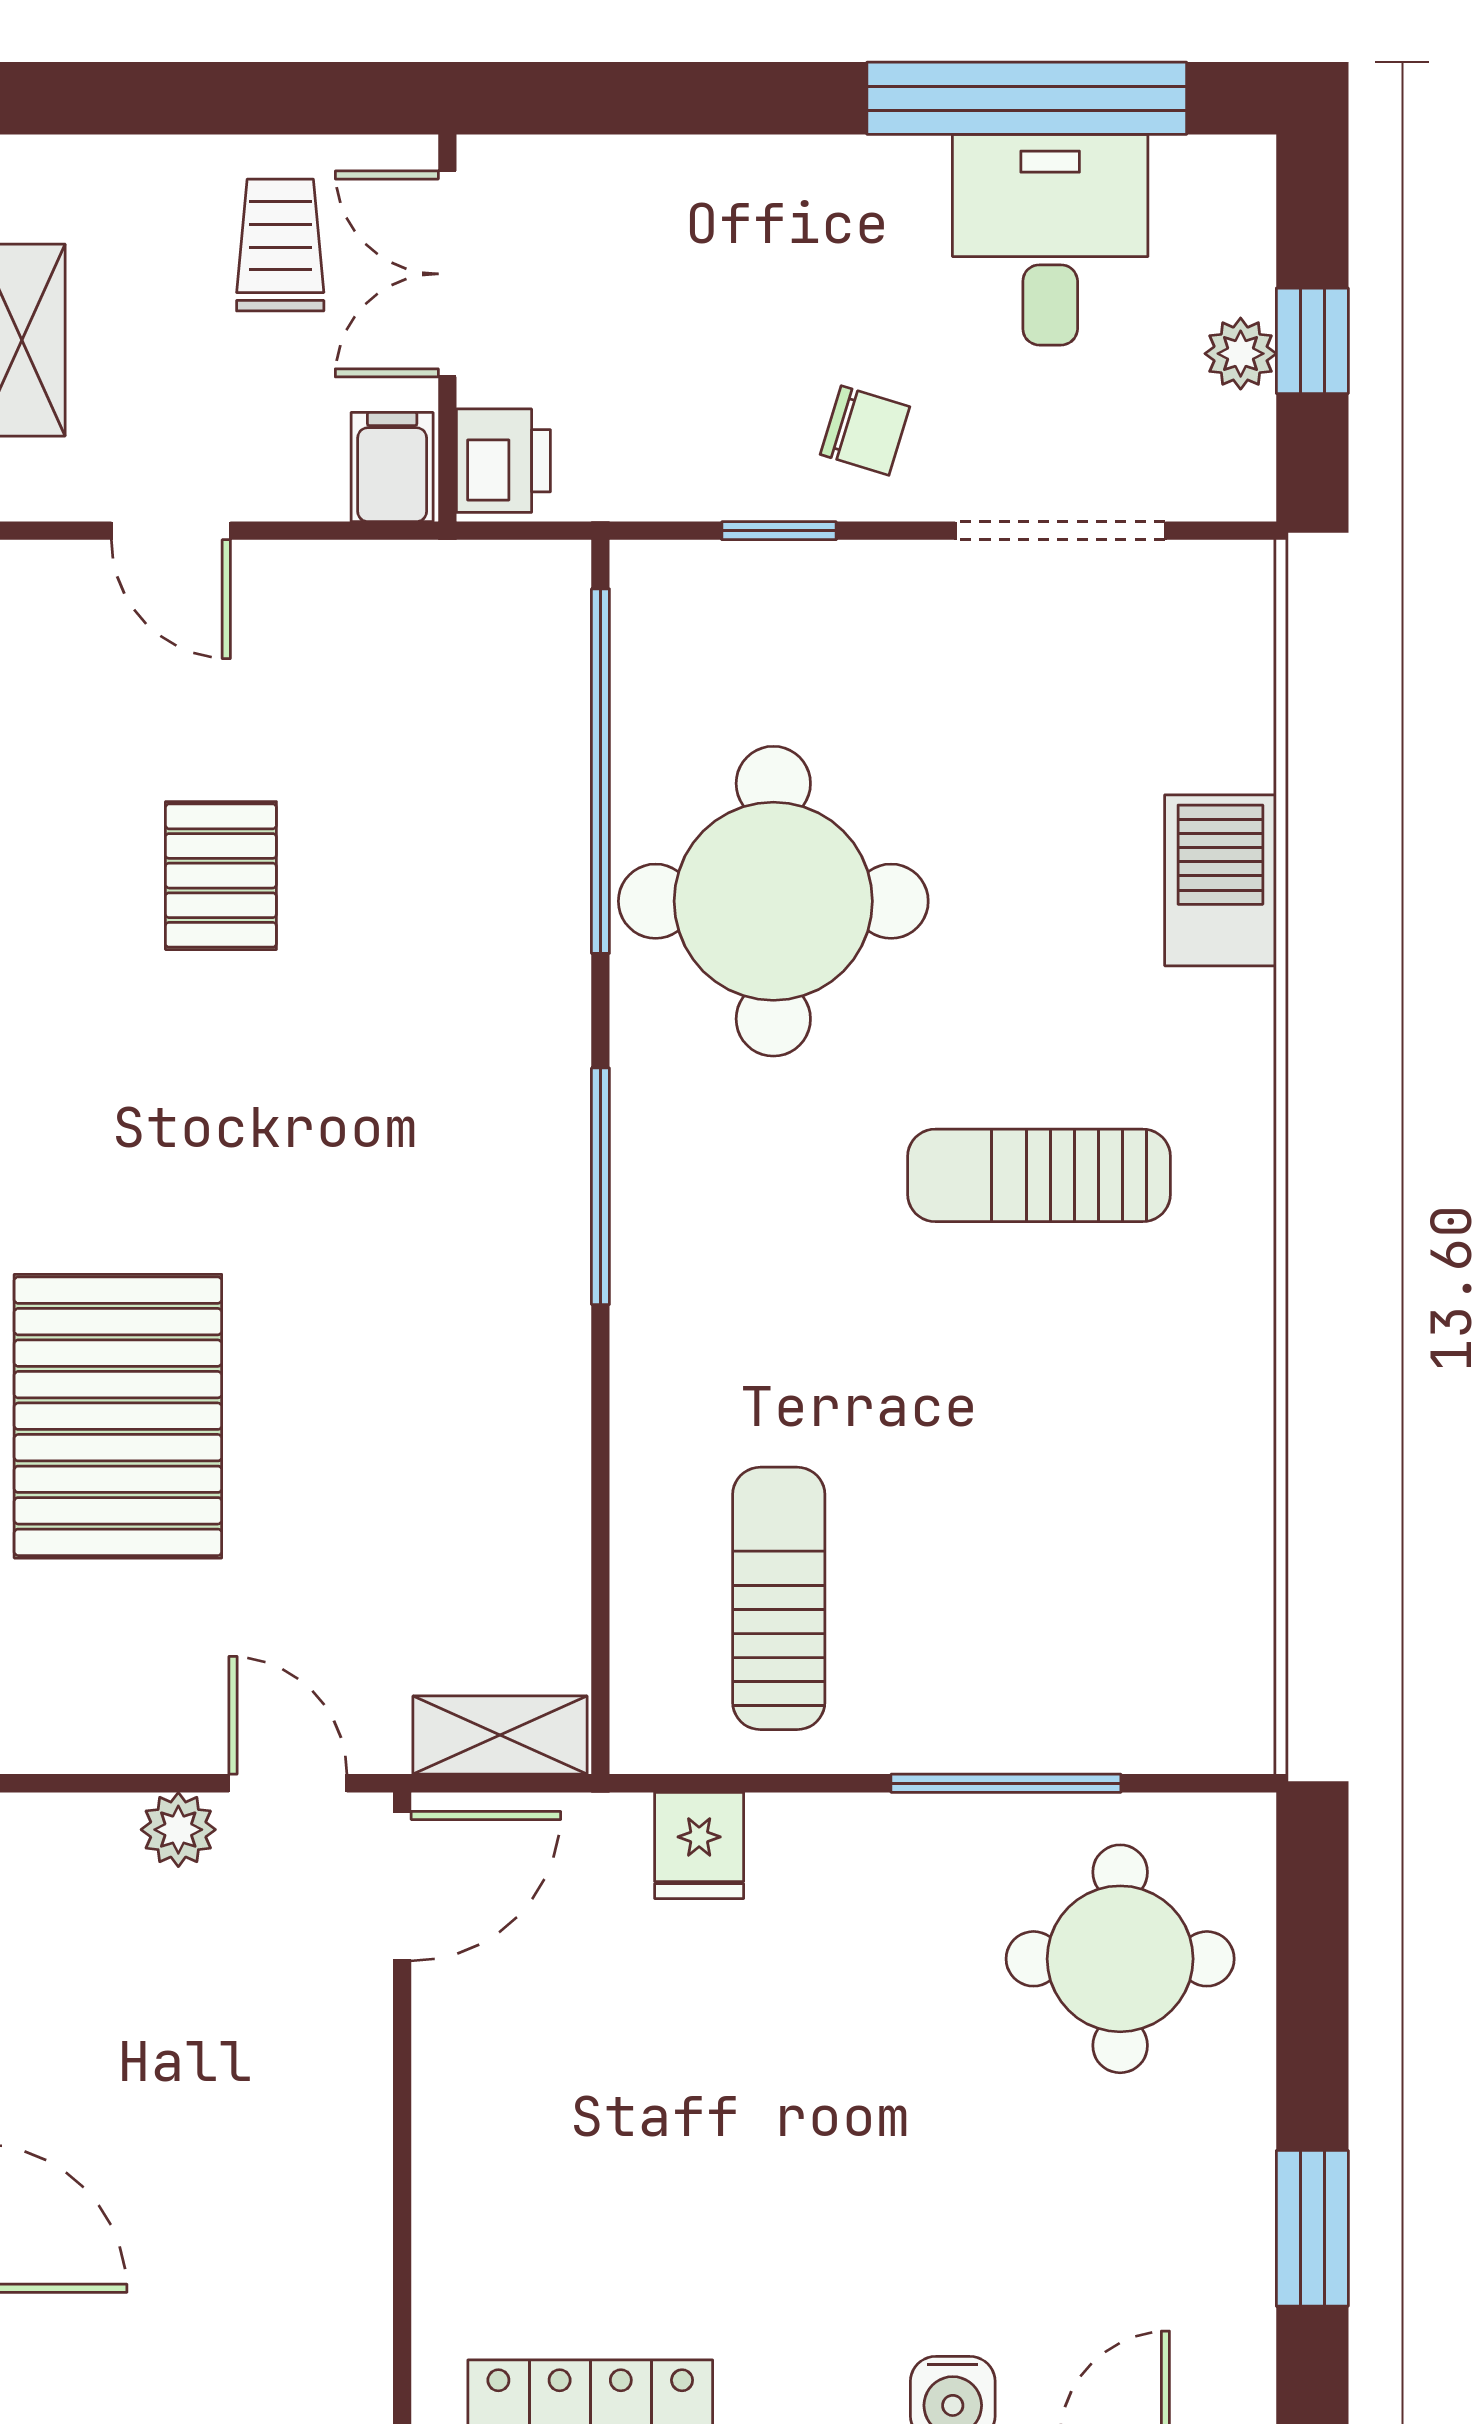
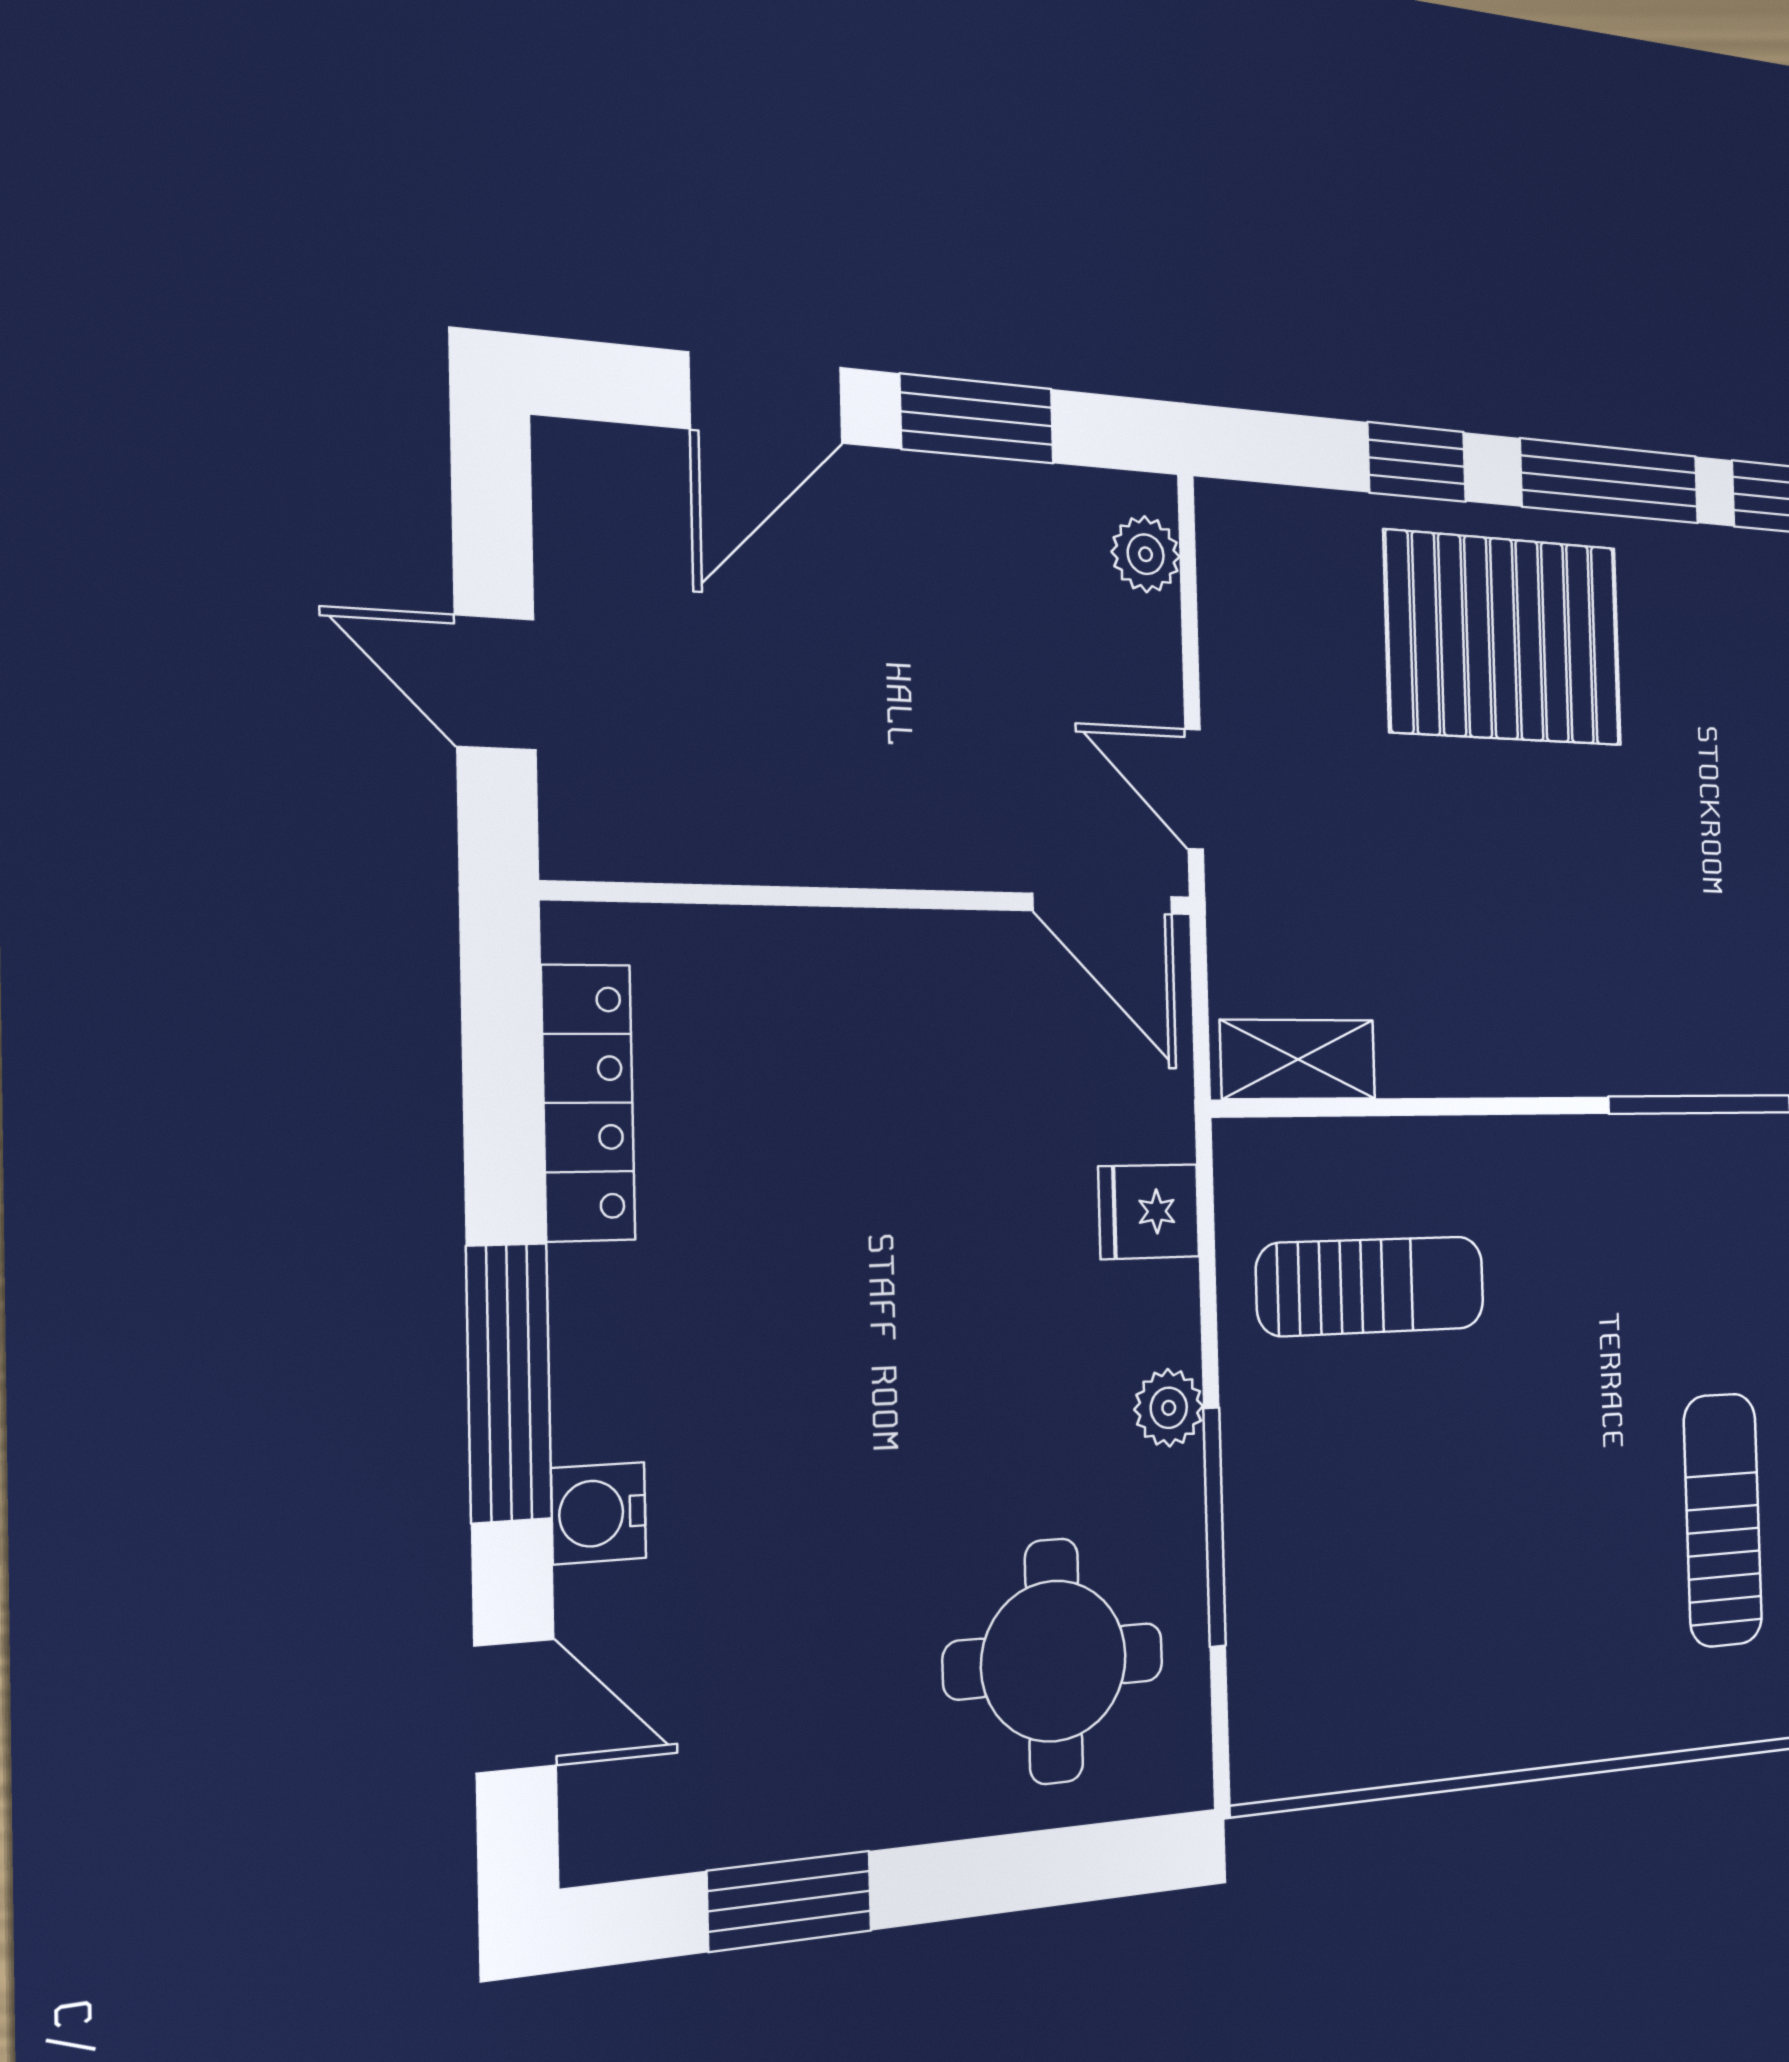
shelving: (500, 1735) -> (1298, 1059), moved, turned 90
door: (288, 1783) -> (1194, 789), swing flipped
plant: (178, 1830) -> (1146, 554), moved
plant: (888, 1830) -> (1169, 1408), added

